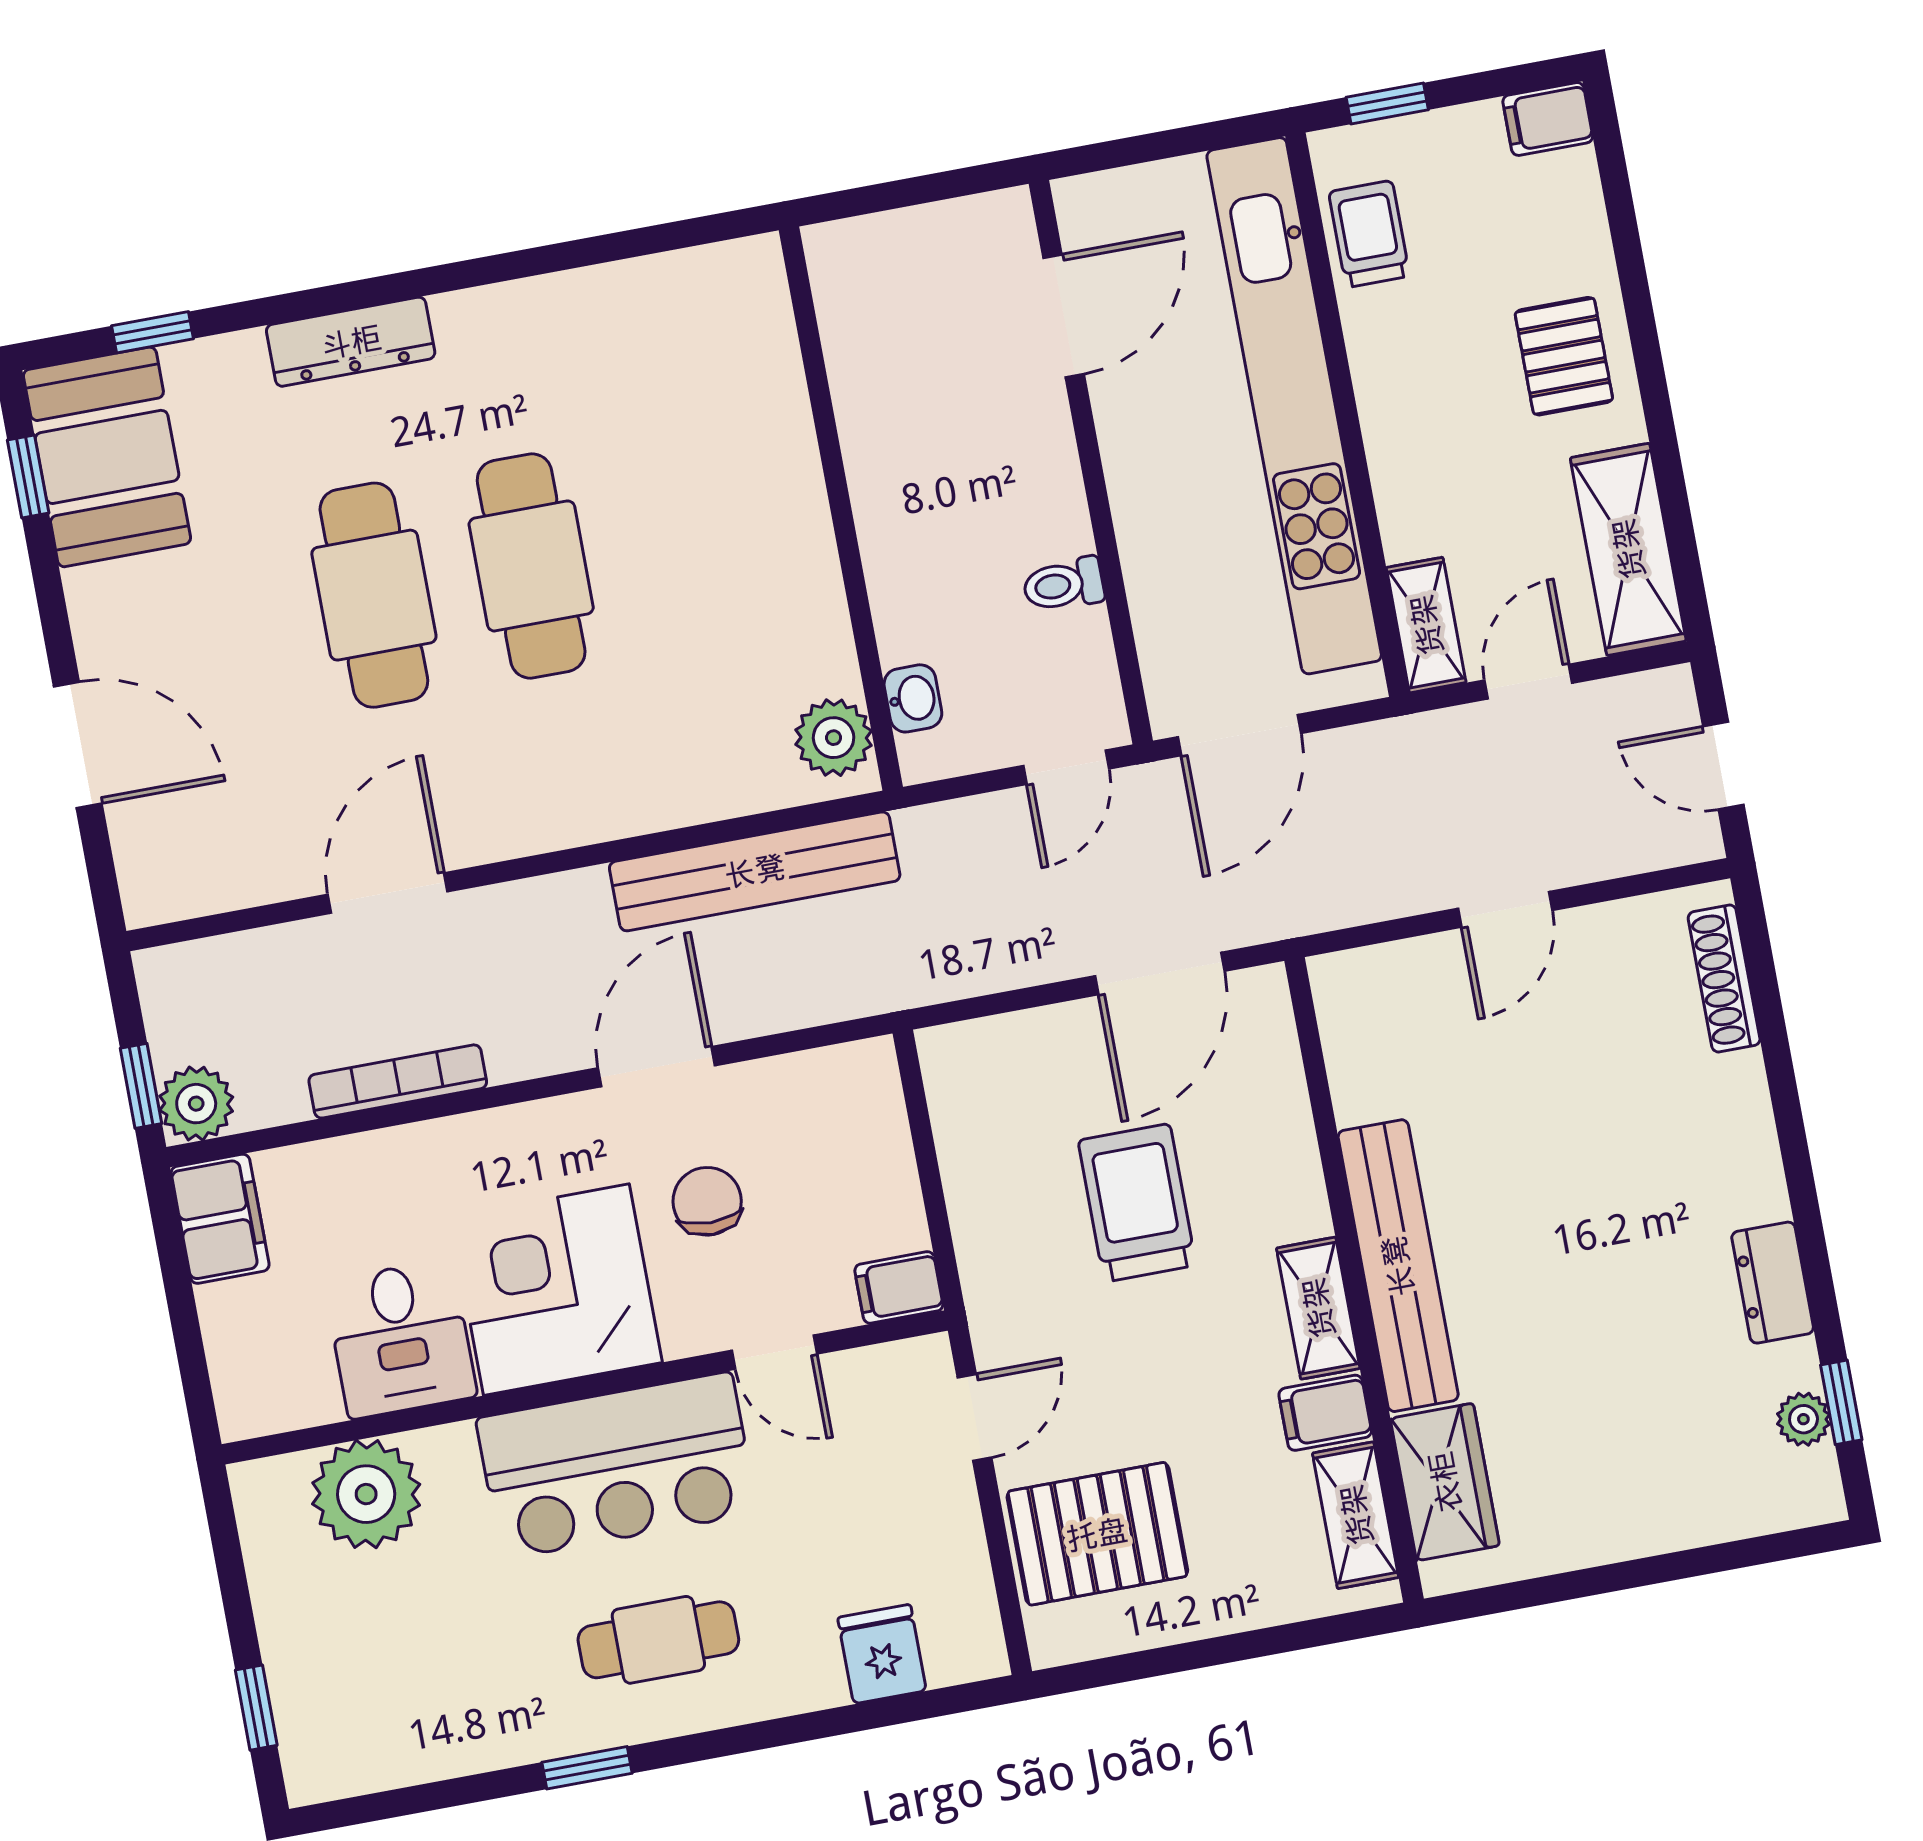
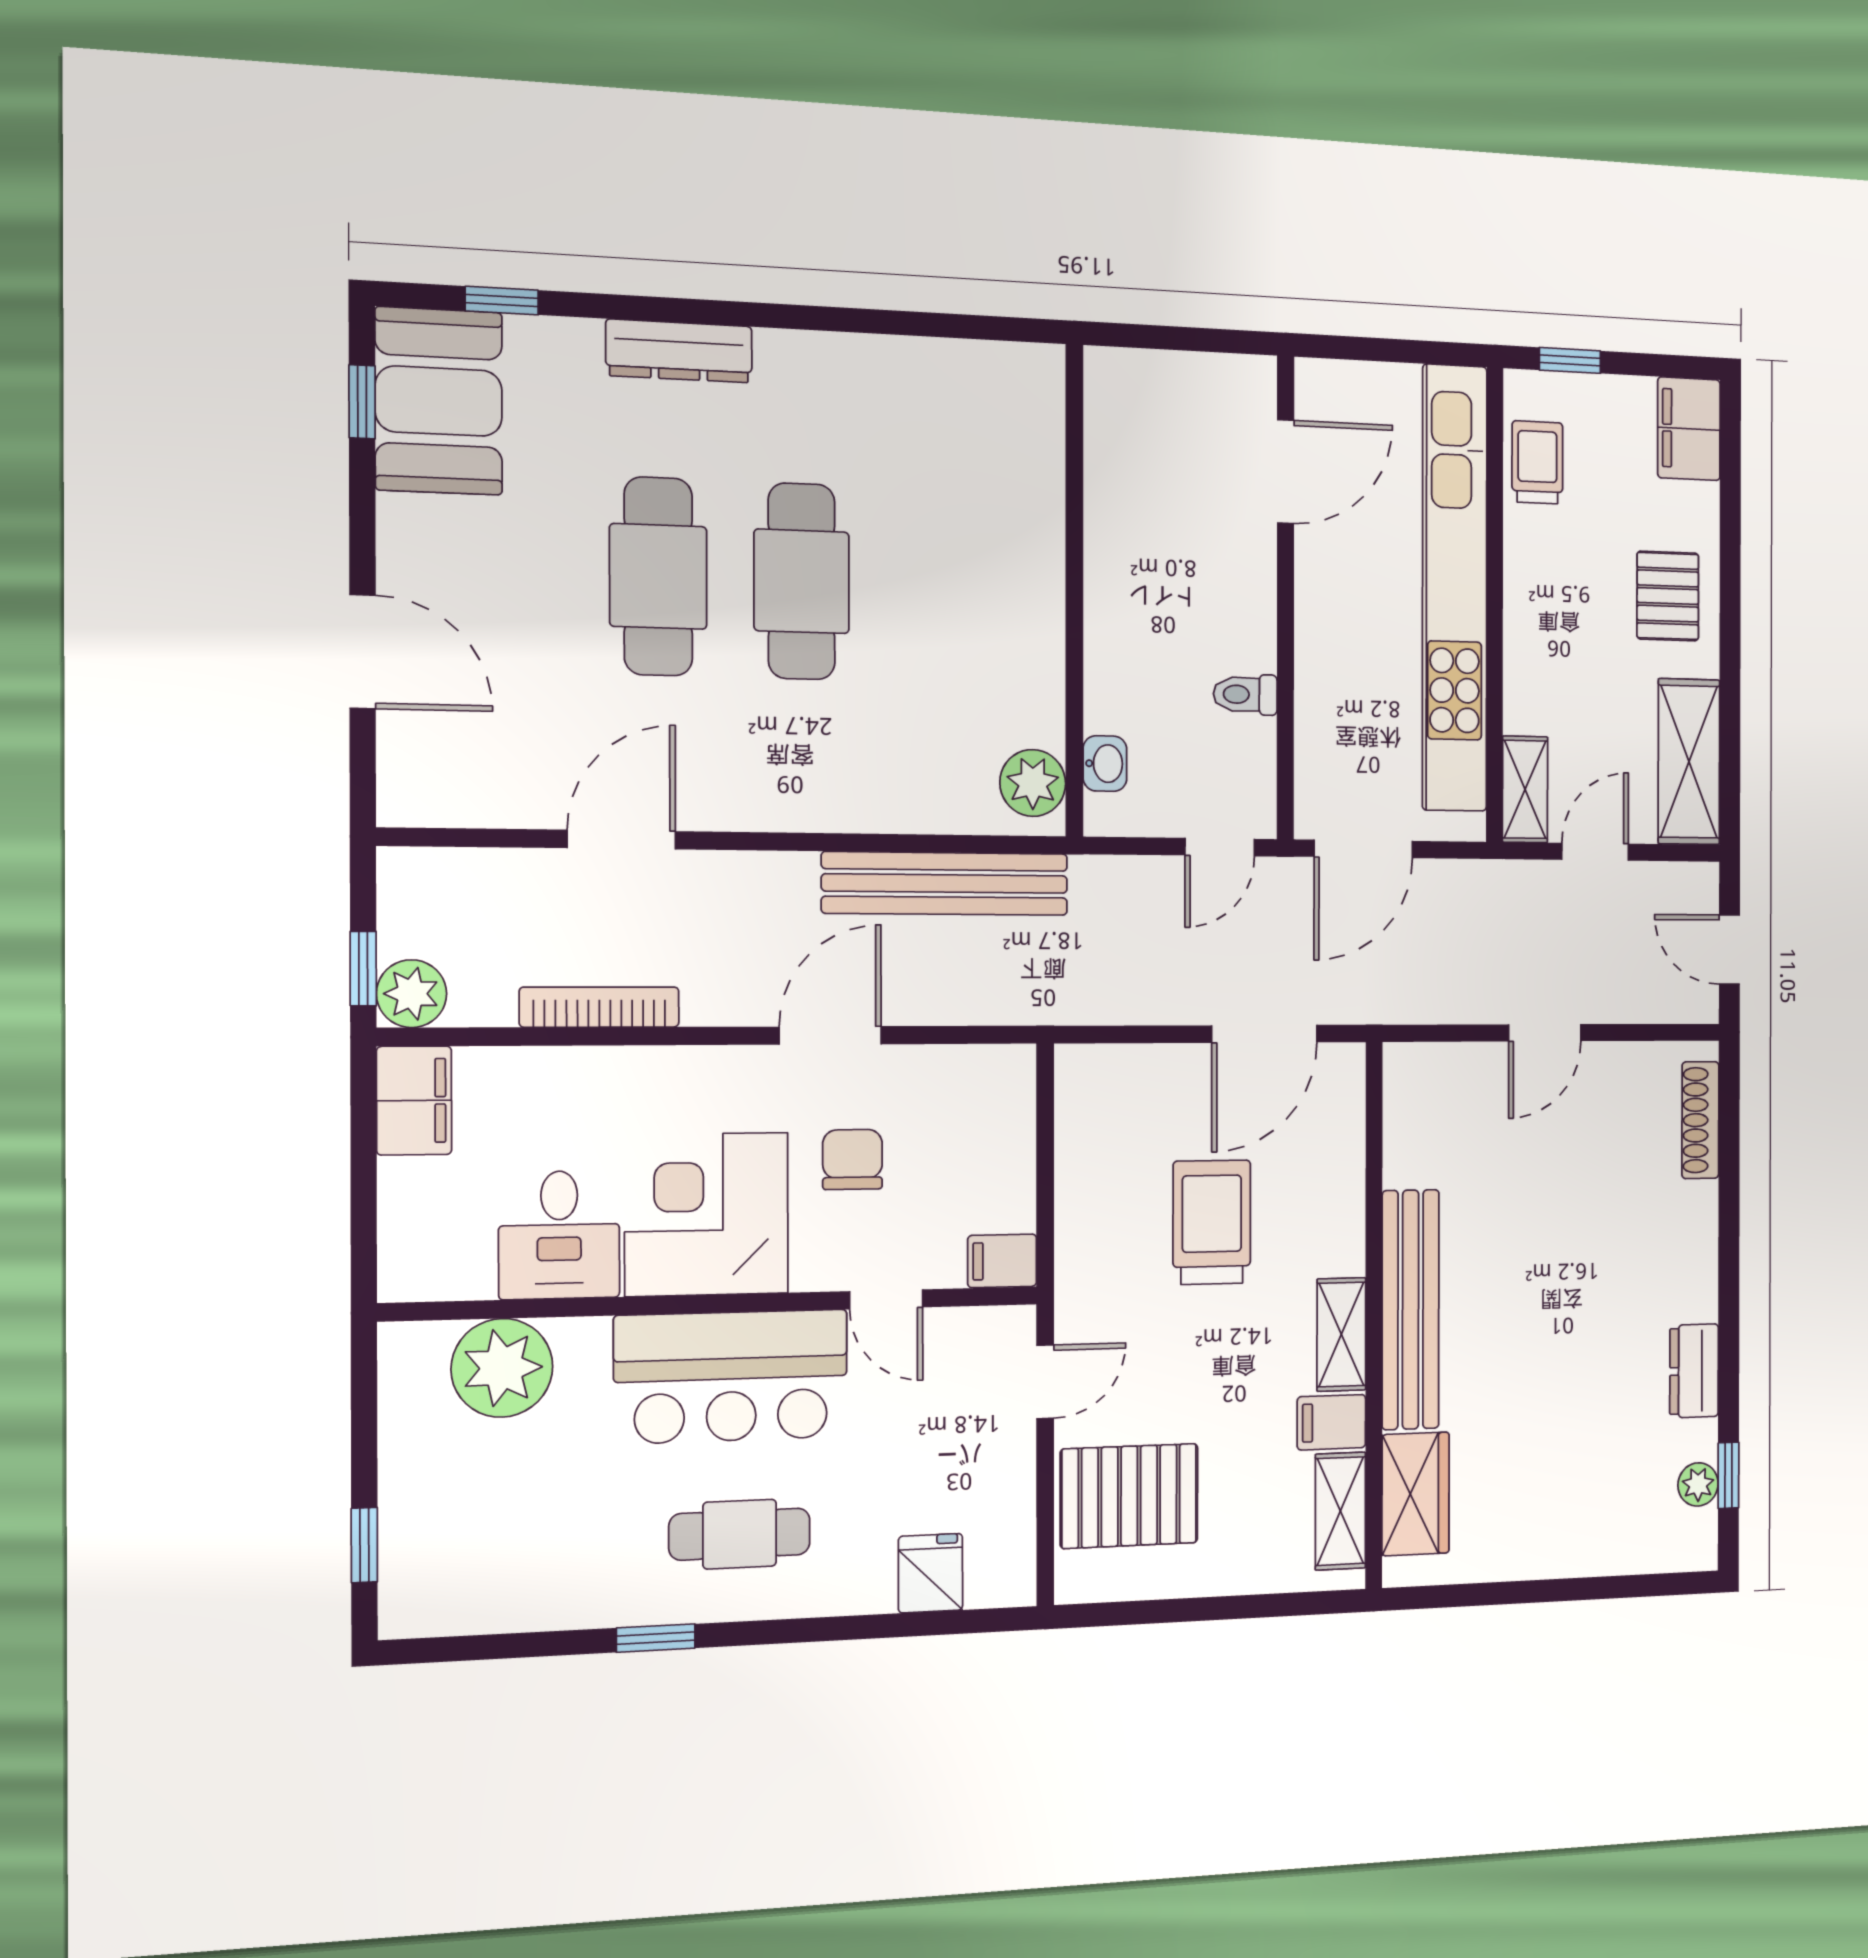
filing cabinet: (1548, 119) -> (1689, 429), width x2.00

